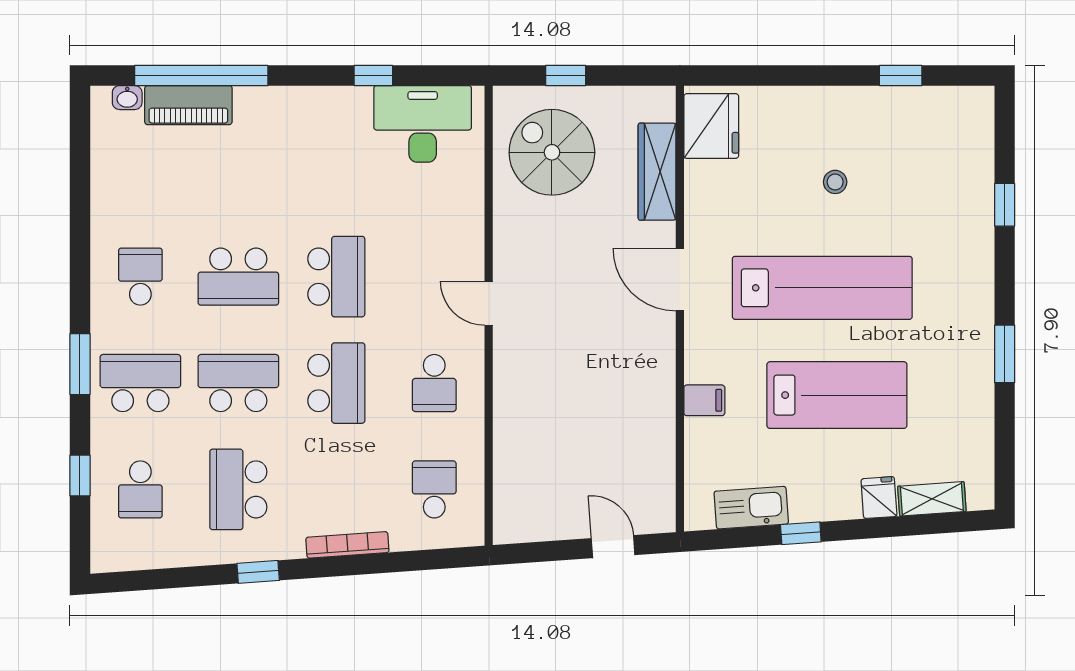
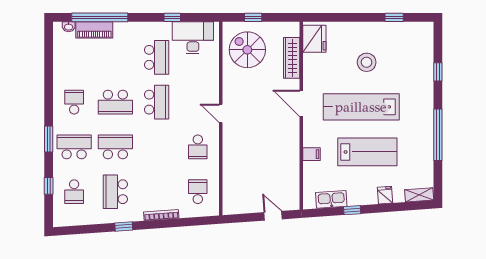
stool: (835, 182) -> (367, 62), width x1.89, depth x1.89
lab bench: (822, 288) -> (361, 107), turned 180
window: (1005, 354) -> (438, 135), width x2.11
school desk: (336, 383) -> (157, 57), moved
shelving: (932, 499) -> (419, 195), moved

